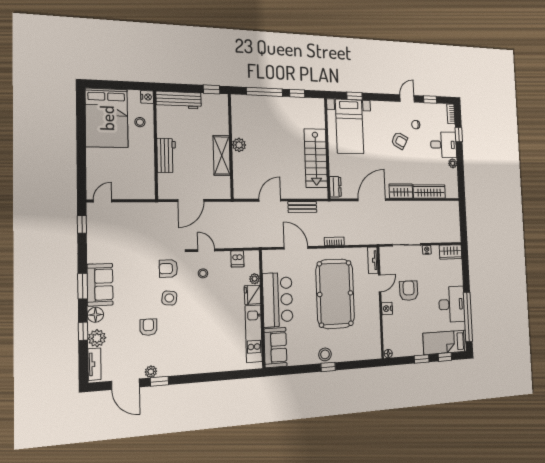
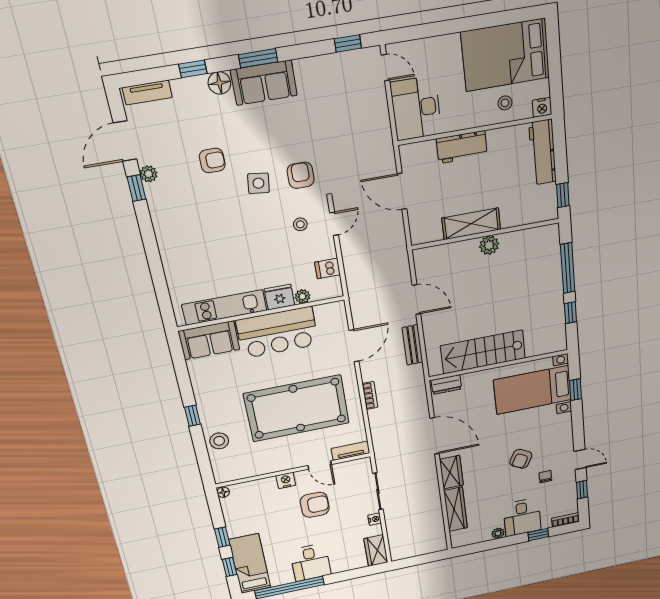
desk: (134, 184) -> (416, 108), added
desk: (452, 304) -> (310, 562), width x0.73
plant: (97, 338) -> (186, 90), removed
stool: (325, 354) -> (219, 441), moved

